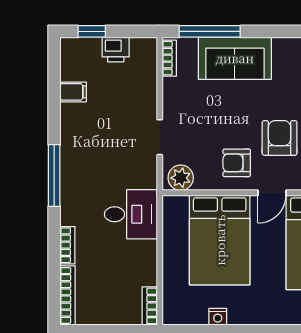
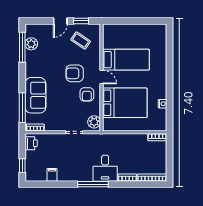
printer: (116, 50) -> (31, 143), moved
desk: (131, 214) -> (105, 168), moved, turned 180

